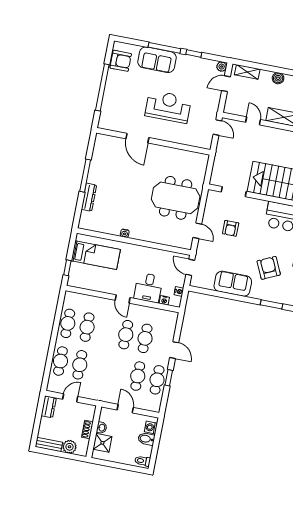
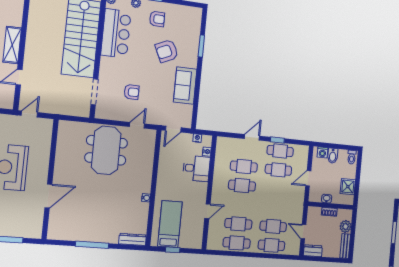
dresser: (89, 197) -> (133, 239), moved
window: (67, 268) -> (173, 250), moved
door: (123, 299) -> (207, 211), moved
shower: (102, 443) -> (348, 187), moved

